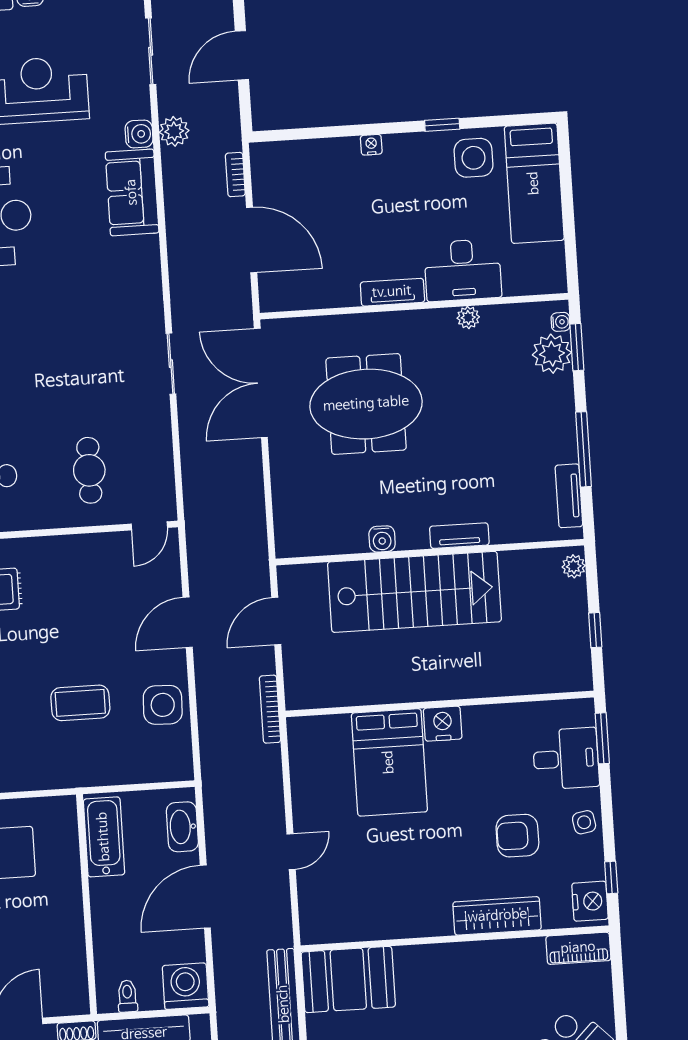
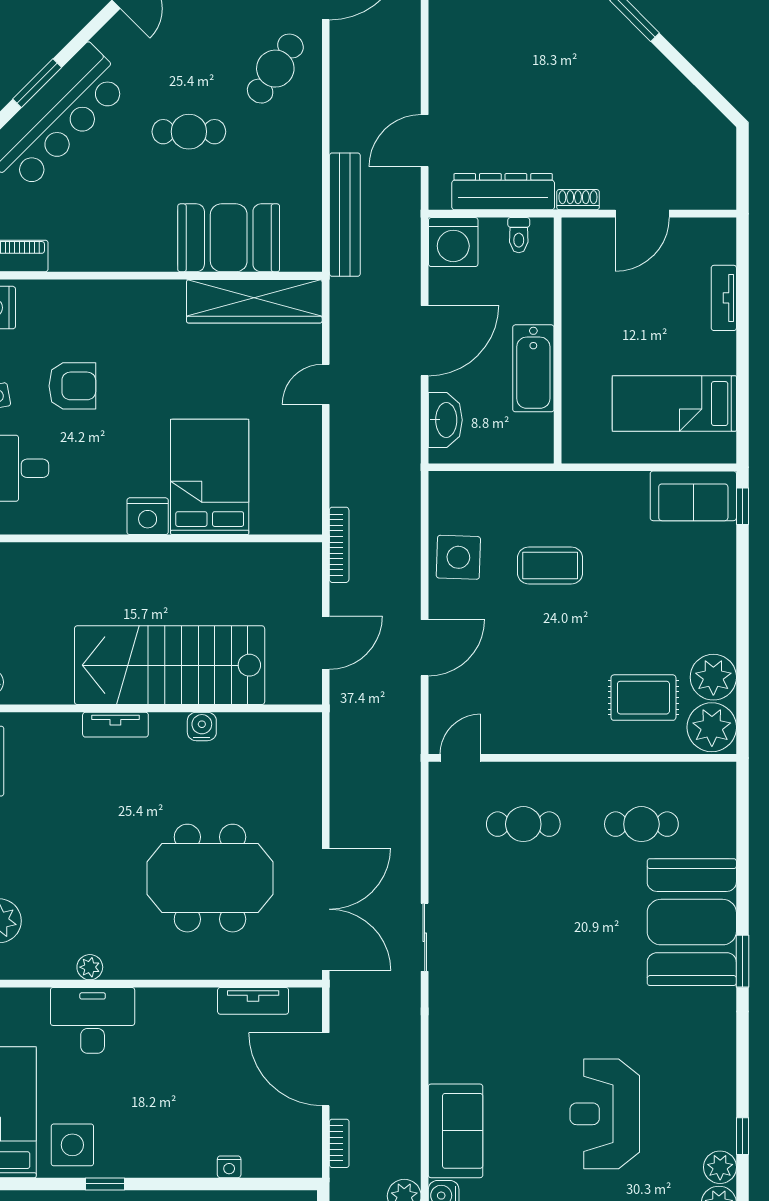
nightstand: (371, 145) -> (229, 1167), moved
tv unit: (392, 292) -> (253, 1001), moved
cafe table: (89, 470) -> (523, 824), turned 90
bathtub: (104, 837) -> (533, 368), moved
wardrobe: (497, 916) -> (254, 301), moved, width x1.40, depth x1.17
booth: (348, 979) -> (229, 238), moved

